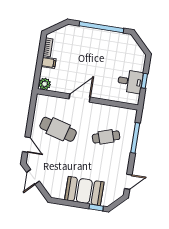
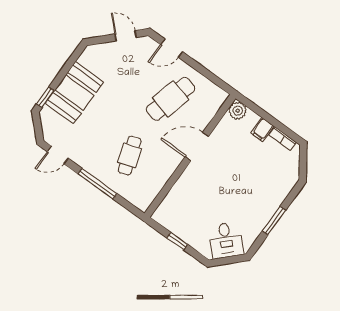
window: (101, 27) -> (274, 221), width x0.47
desk: (130, 82) -> (226, 240), moved, turned -45
door: (80, 98) -> (197, 147), swing flipped
window: (135, 138) -> (97, 184), moved
door: (128, 182) -> (58, 155), hinge flipped

